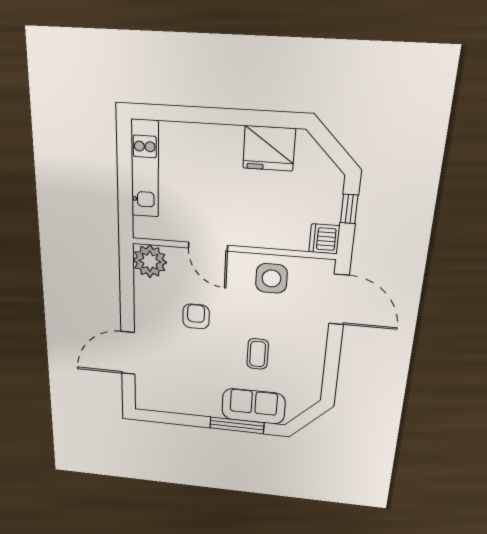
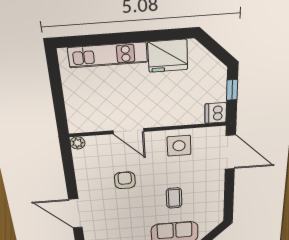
kitchen unit: (145, 169) -> (108, 55), moved, turned 90
plant: (150, 261) -> (77, 143), width x0.53, depth x0.53
door: (128, 353) -> (76, 213), hinge flipped

